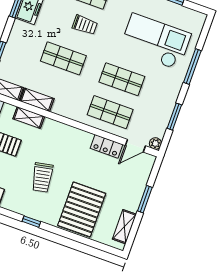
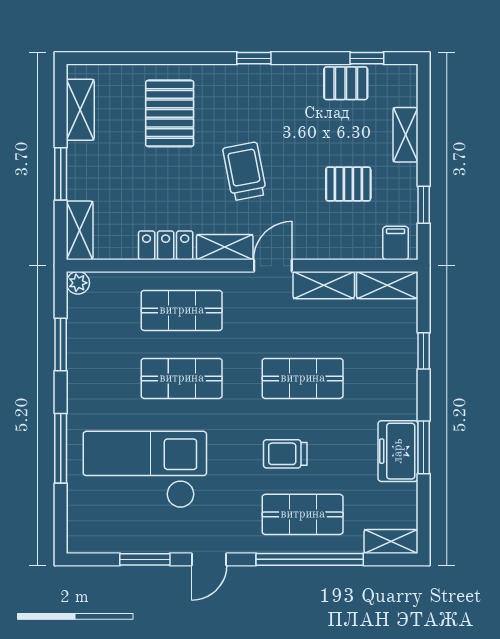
checkout: (155, 42) -> (145, 470), turned 180
shelving: (29, 118) -> (225, 247), moved
door: (135, 146) -> (273, 266), moved
shelving: (145, 168) -> (80, 230), added
trolley: (42, 178) -> (245, 171), moved
pallet: (82, 209) -> (170, 113), width x0.73, depth x0.71

